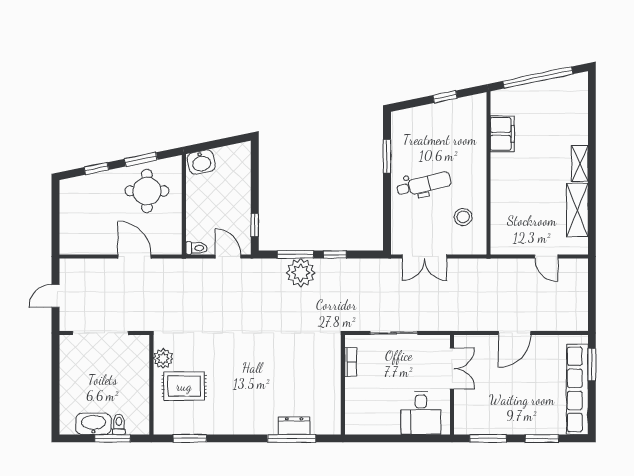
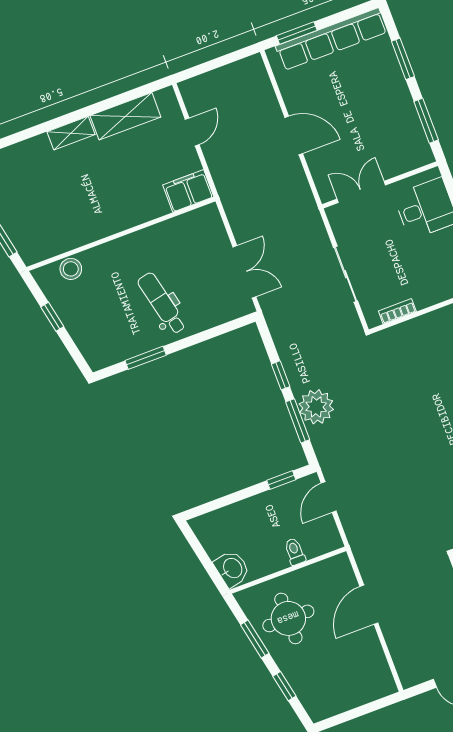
filing cabinet: (502, 134) -> (188, 191), moved
stool: (463, 217) -> (71, 269), moved
toilet: (196, 248) -> (295, 551), moved

